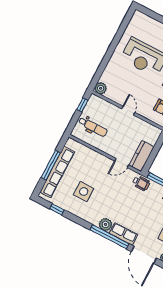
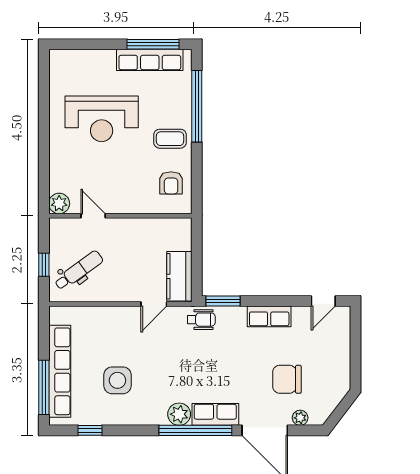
window: (82, 105) -> (44, 265), moved
door: (128, 111) -> (93, 216), moved
dental chair: (93, 127) -> (79, 270), turned -36
window: (51, 165) -> (44, 387), moved

